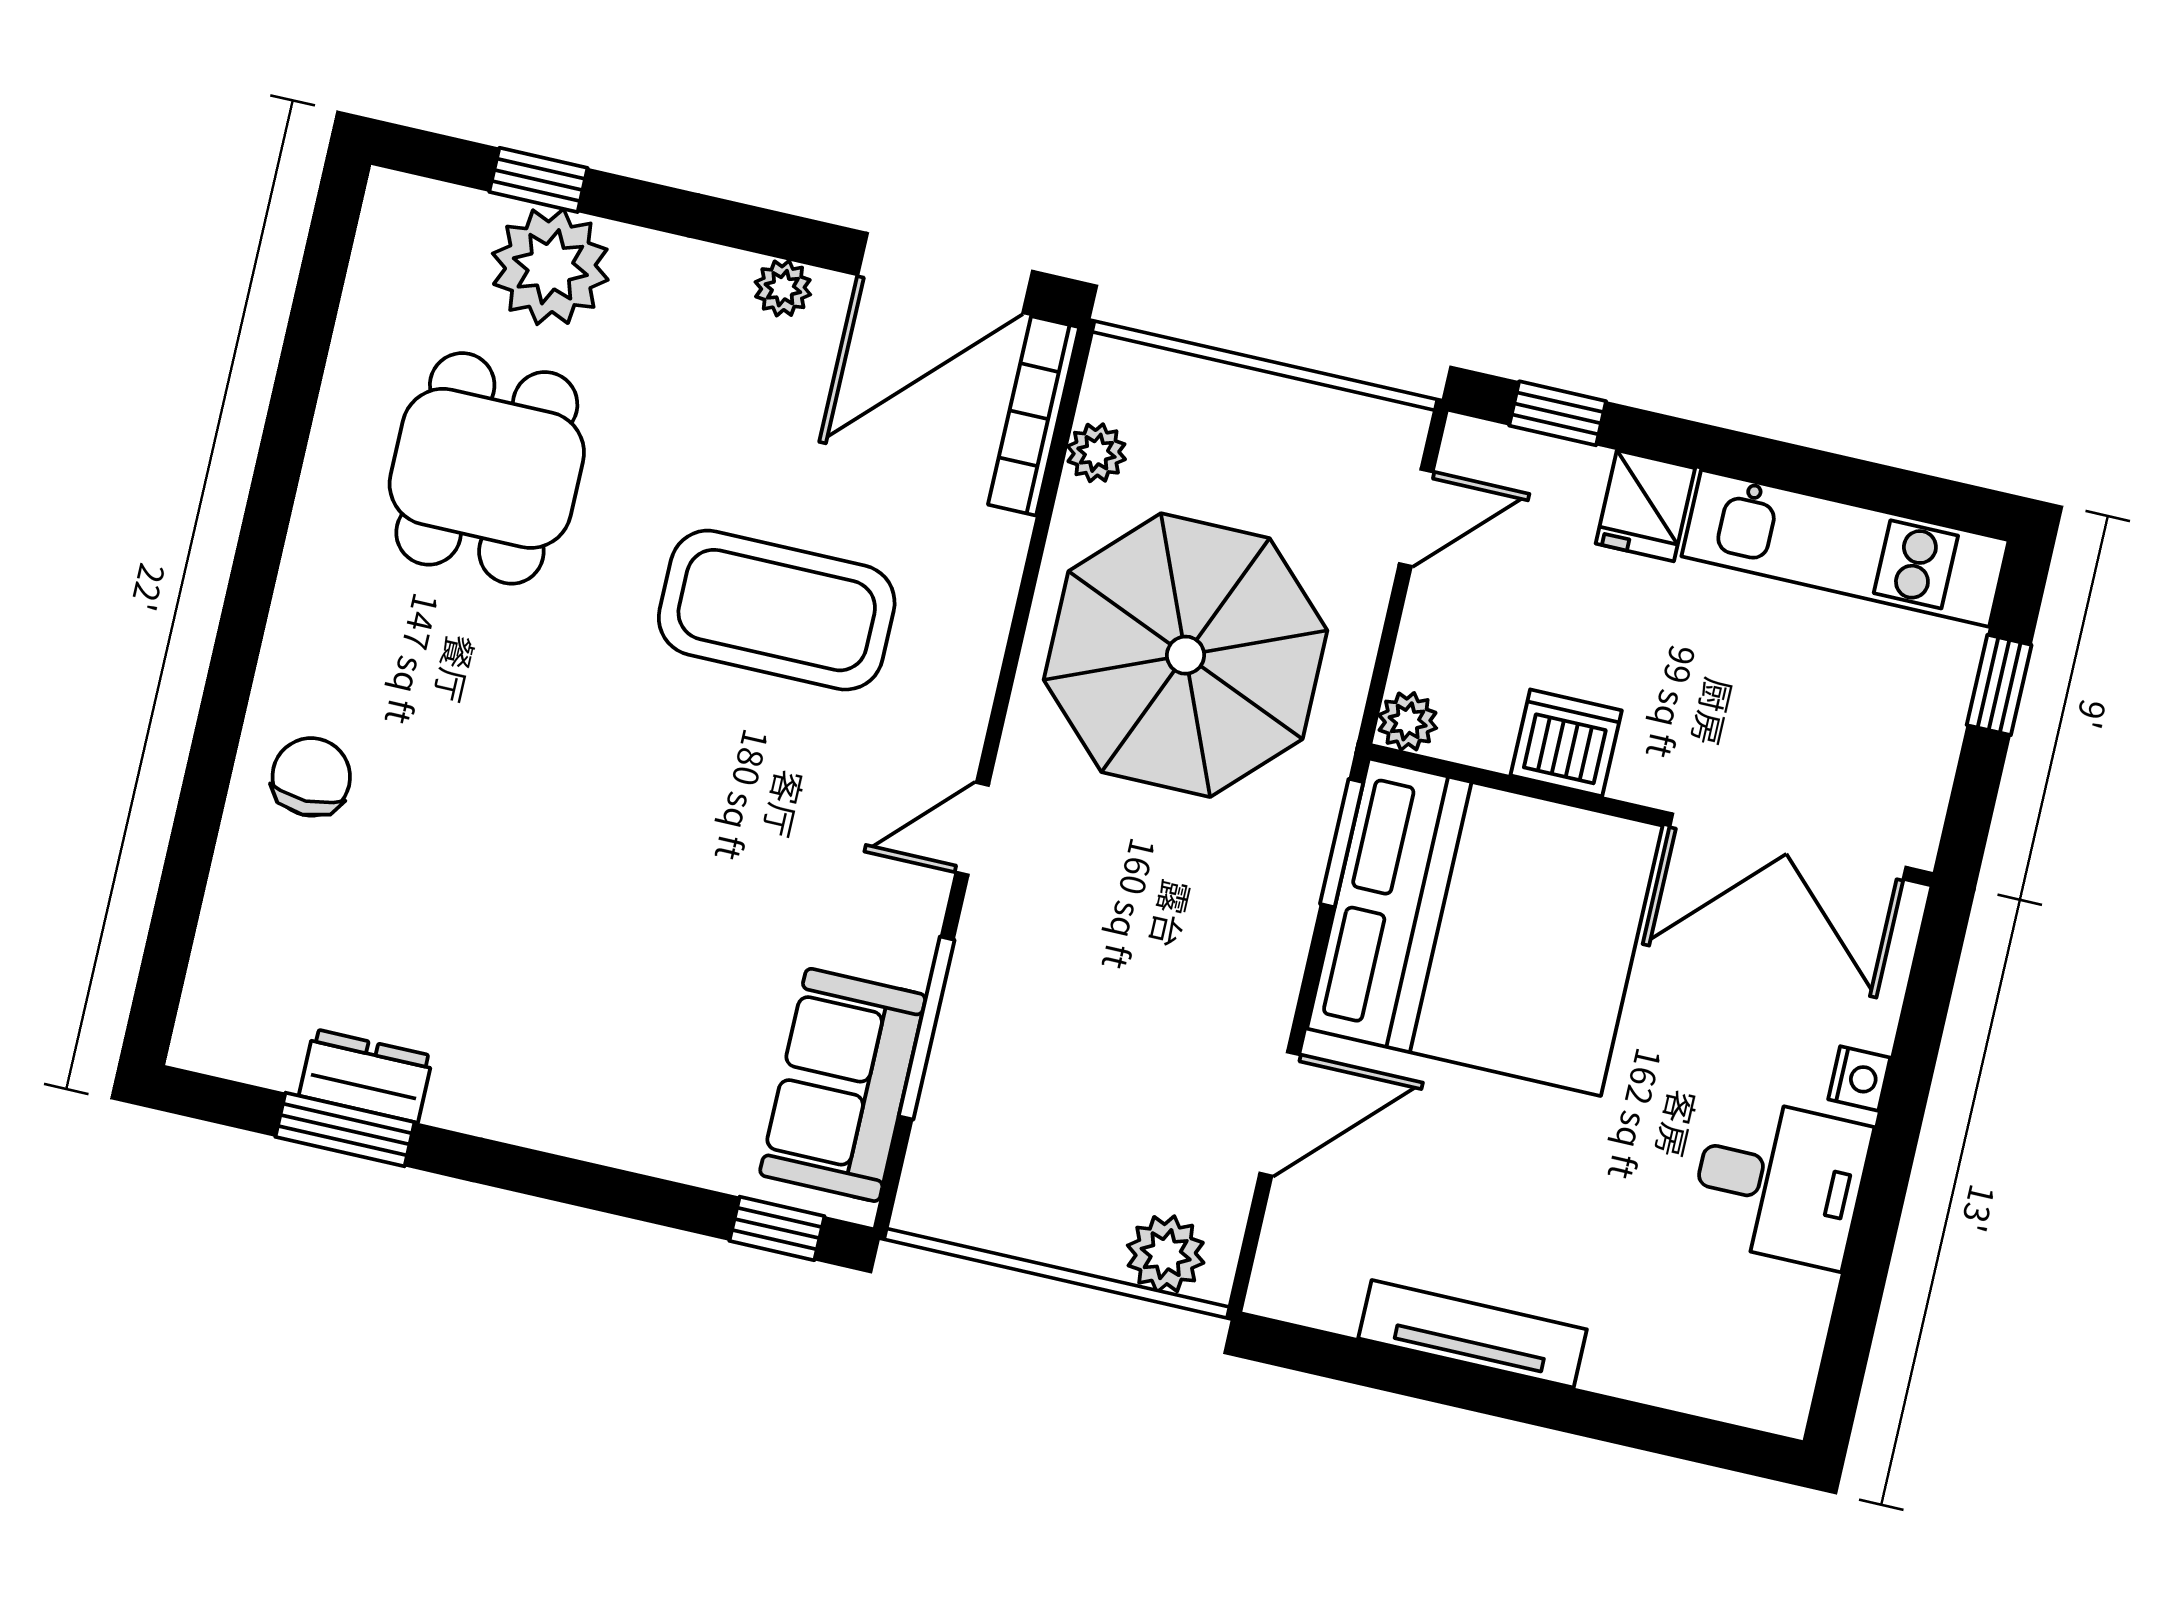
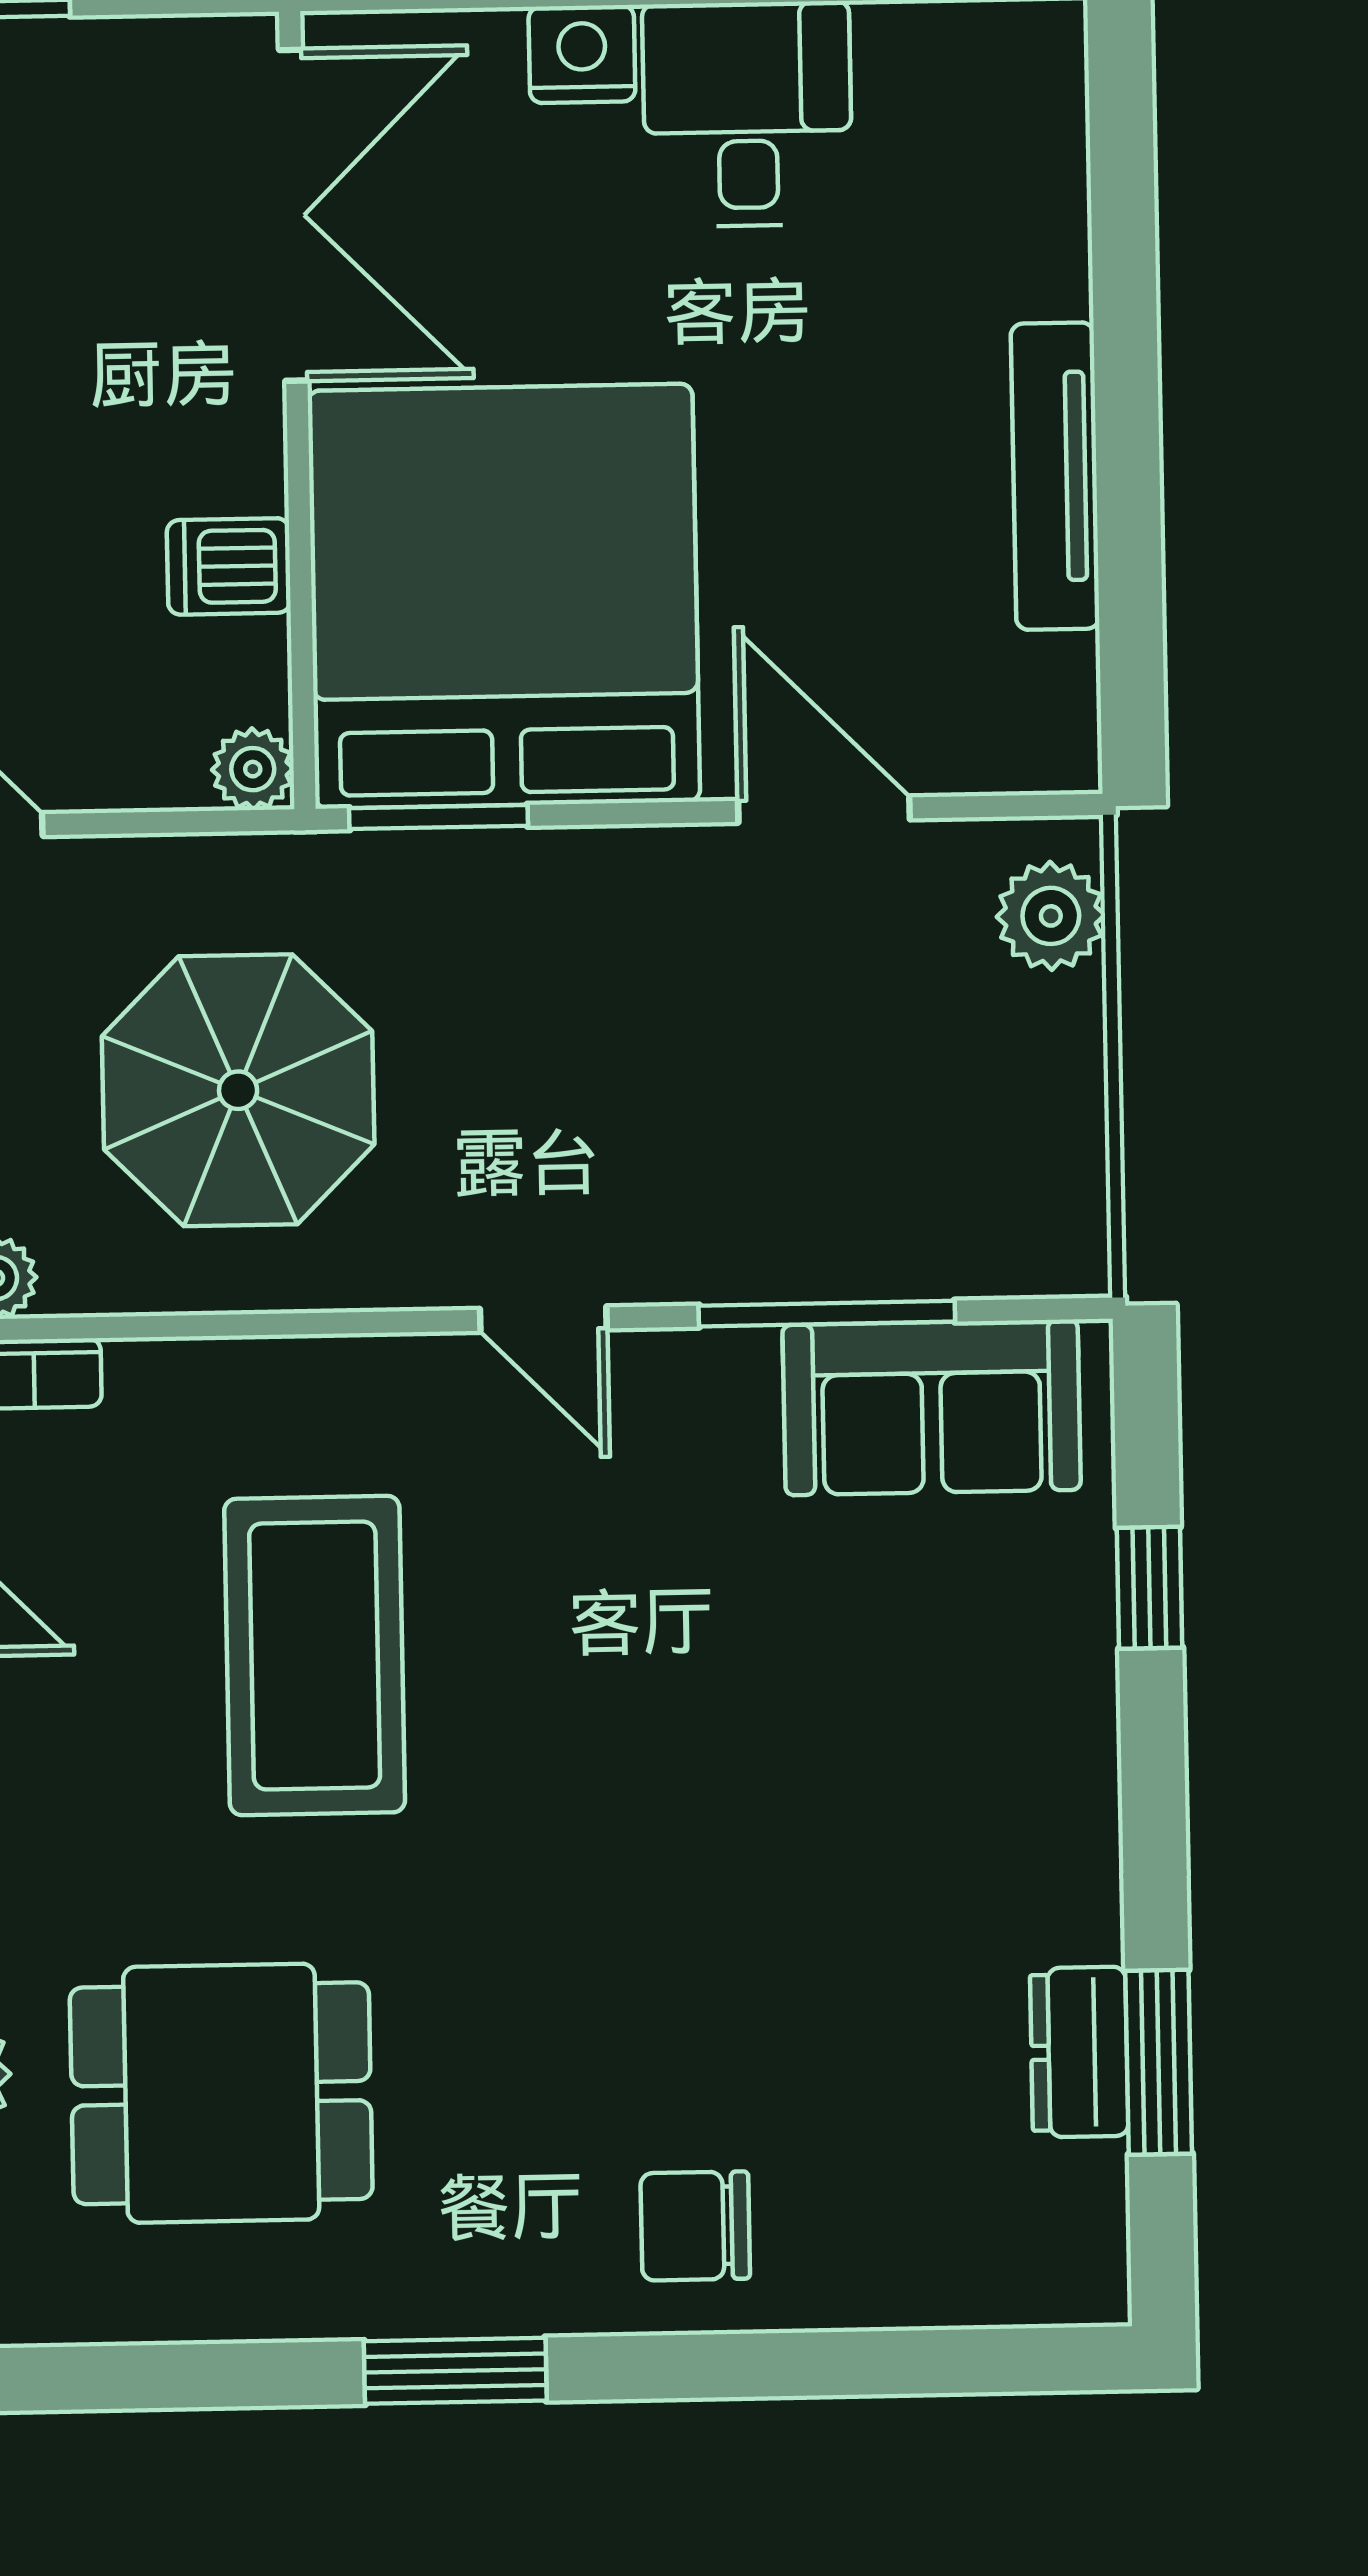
window: (252, 584) -> (455, 2371), added
parasol: (1186, 655) -> (238, 1090), width x0.73, depth x0.73
dishwasher: (1566, 743) -> (229, 566), width x0.73
nightstand: (1859, 1078) -> (582, 54), width x1.39, depth x1.35
window: (777, 1228) -> (1149, 1588), moved

